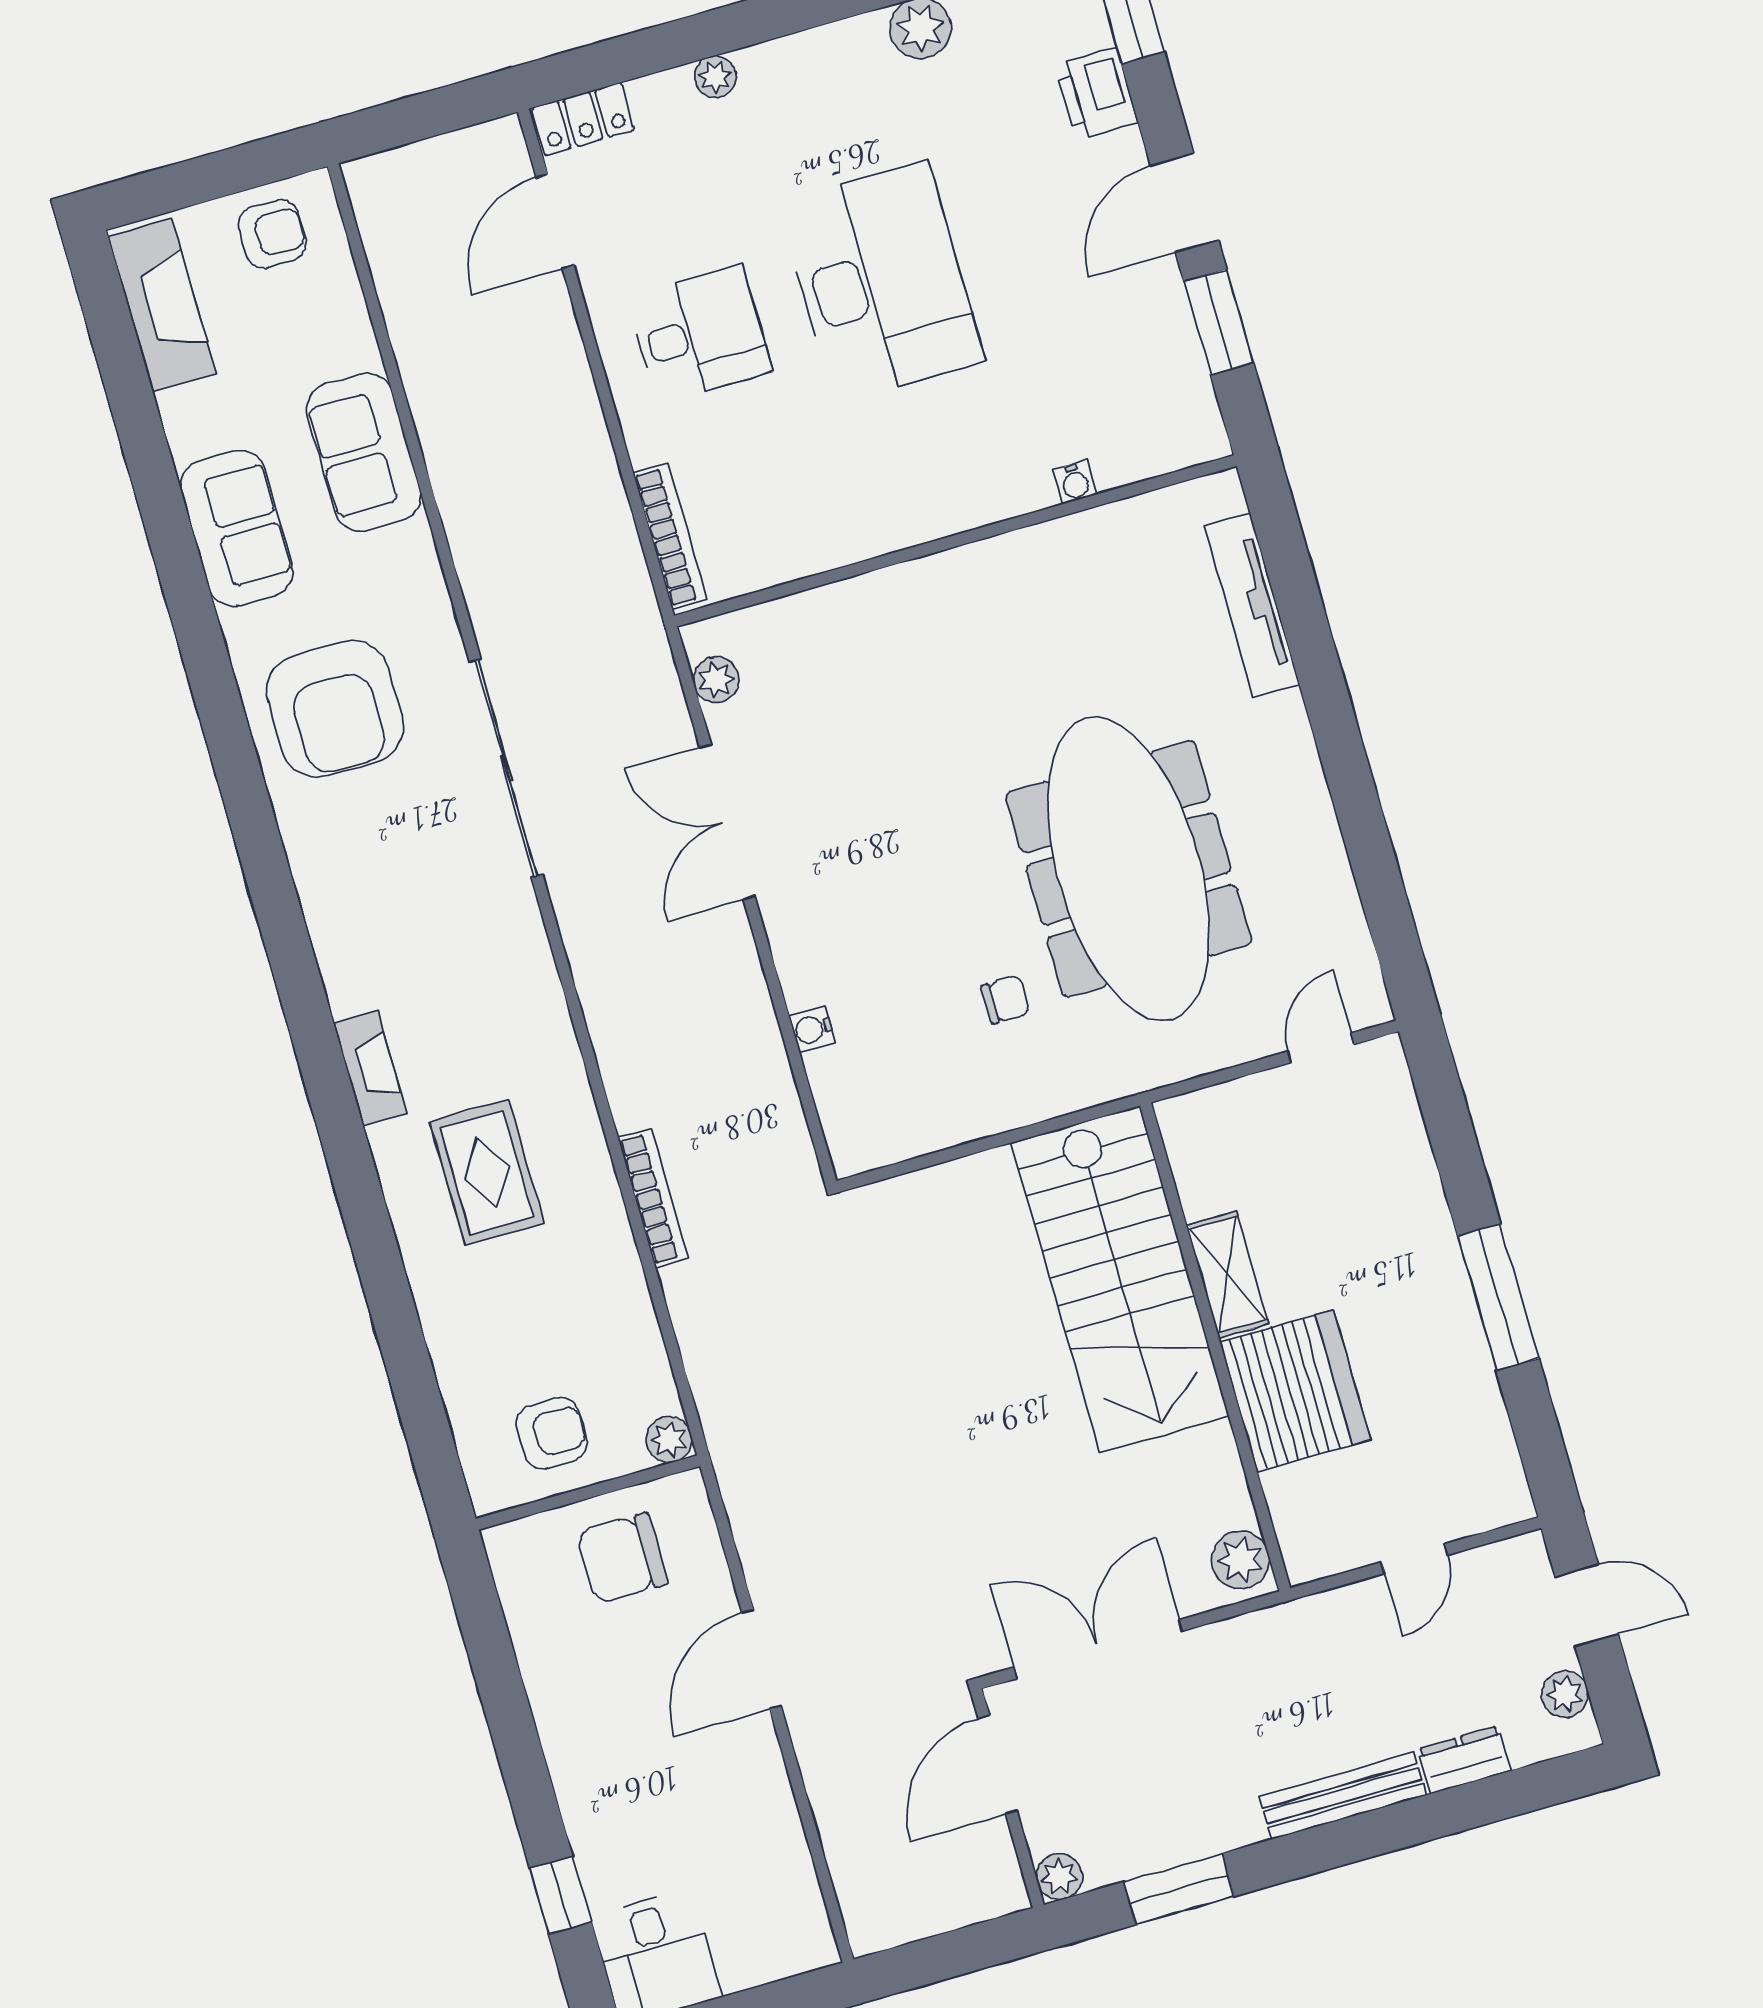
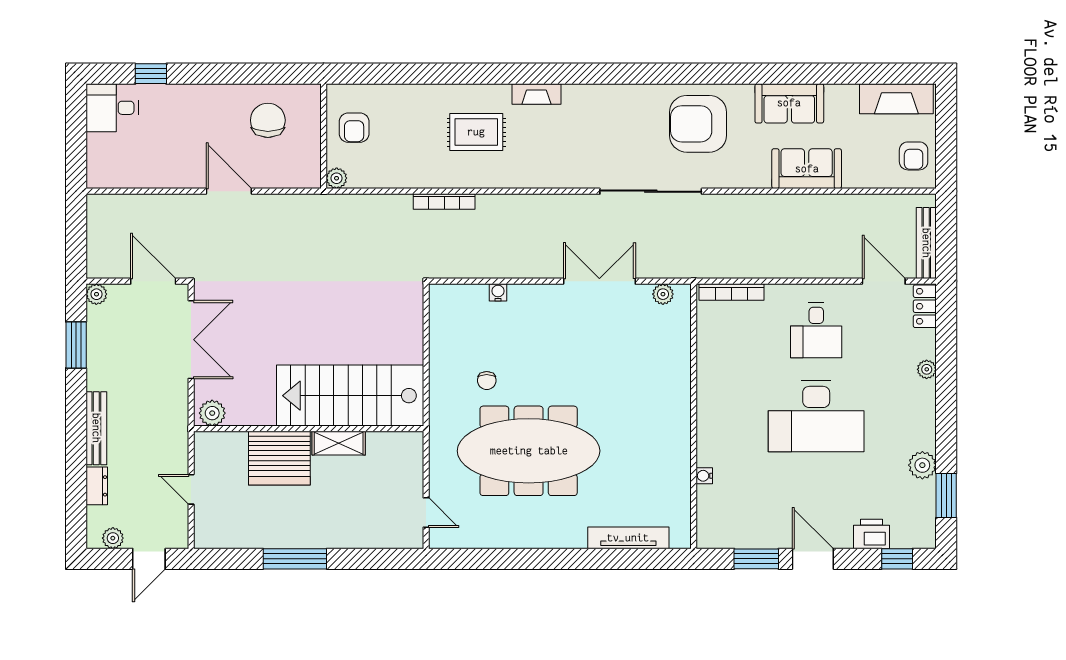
bench: (449, 154) -> (926, 243), added
chair: (622, 1558) -> (268, 120), moved

